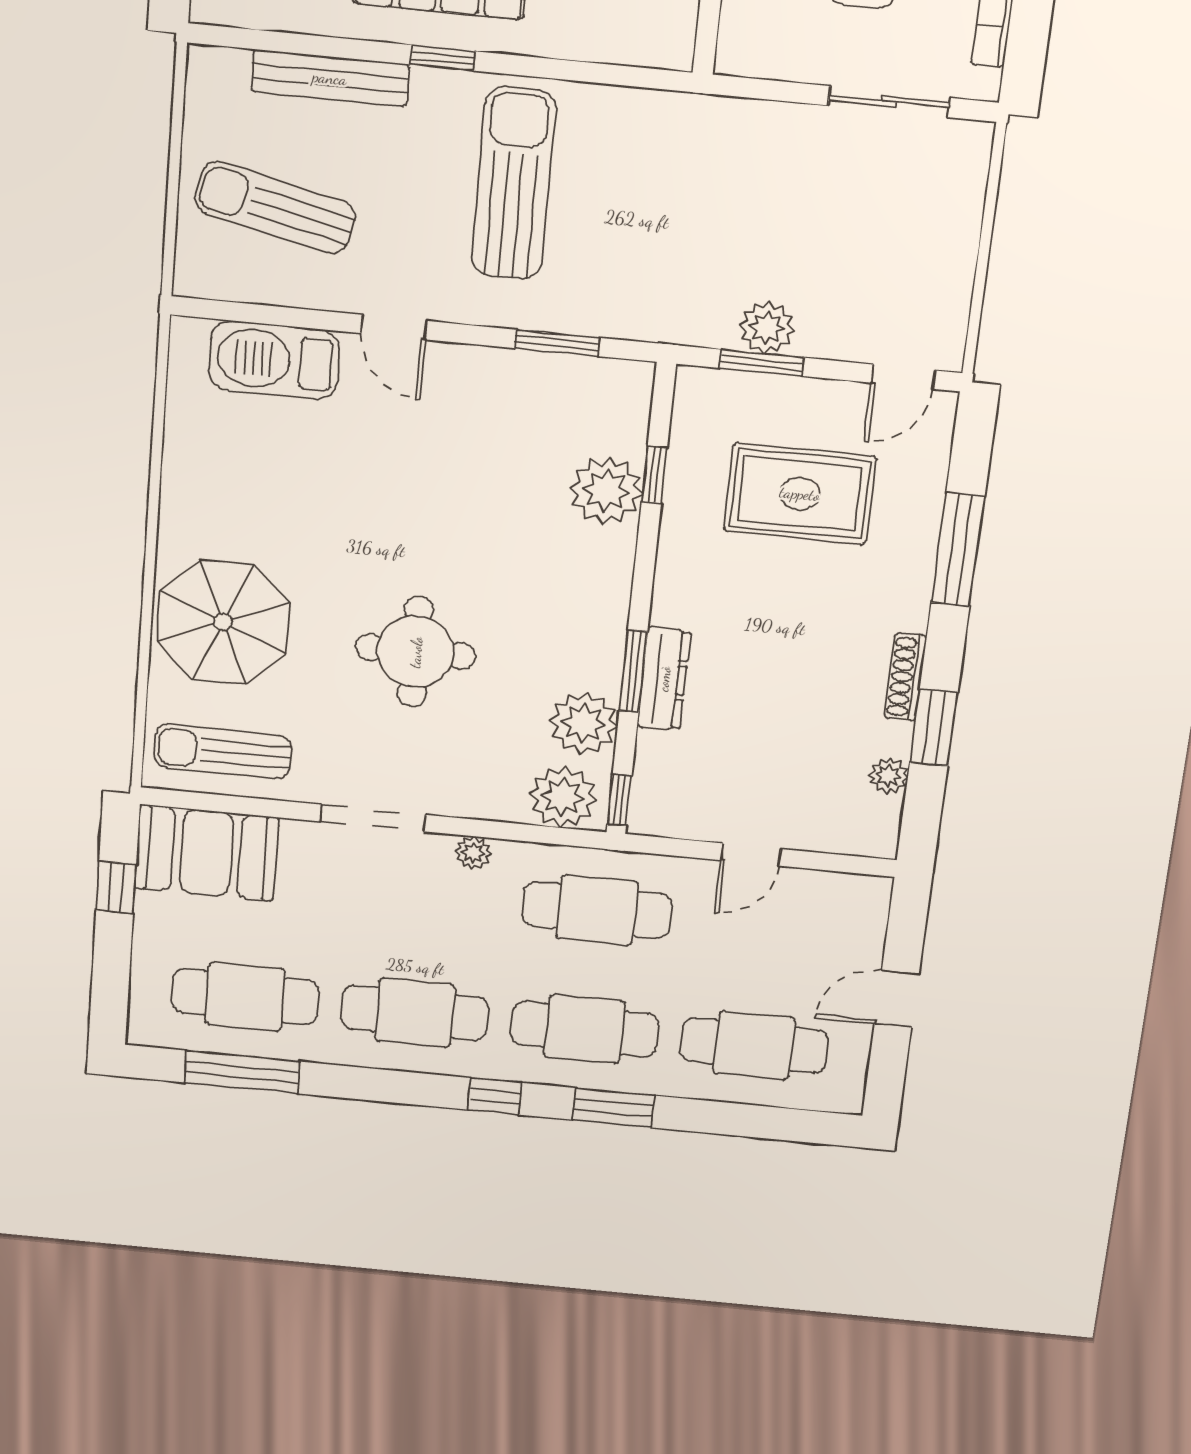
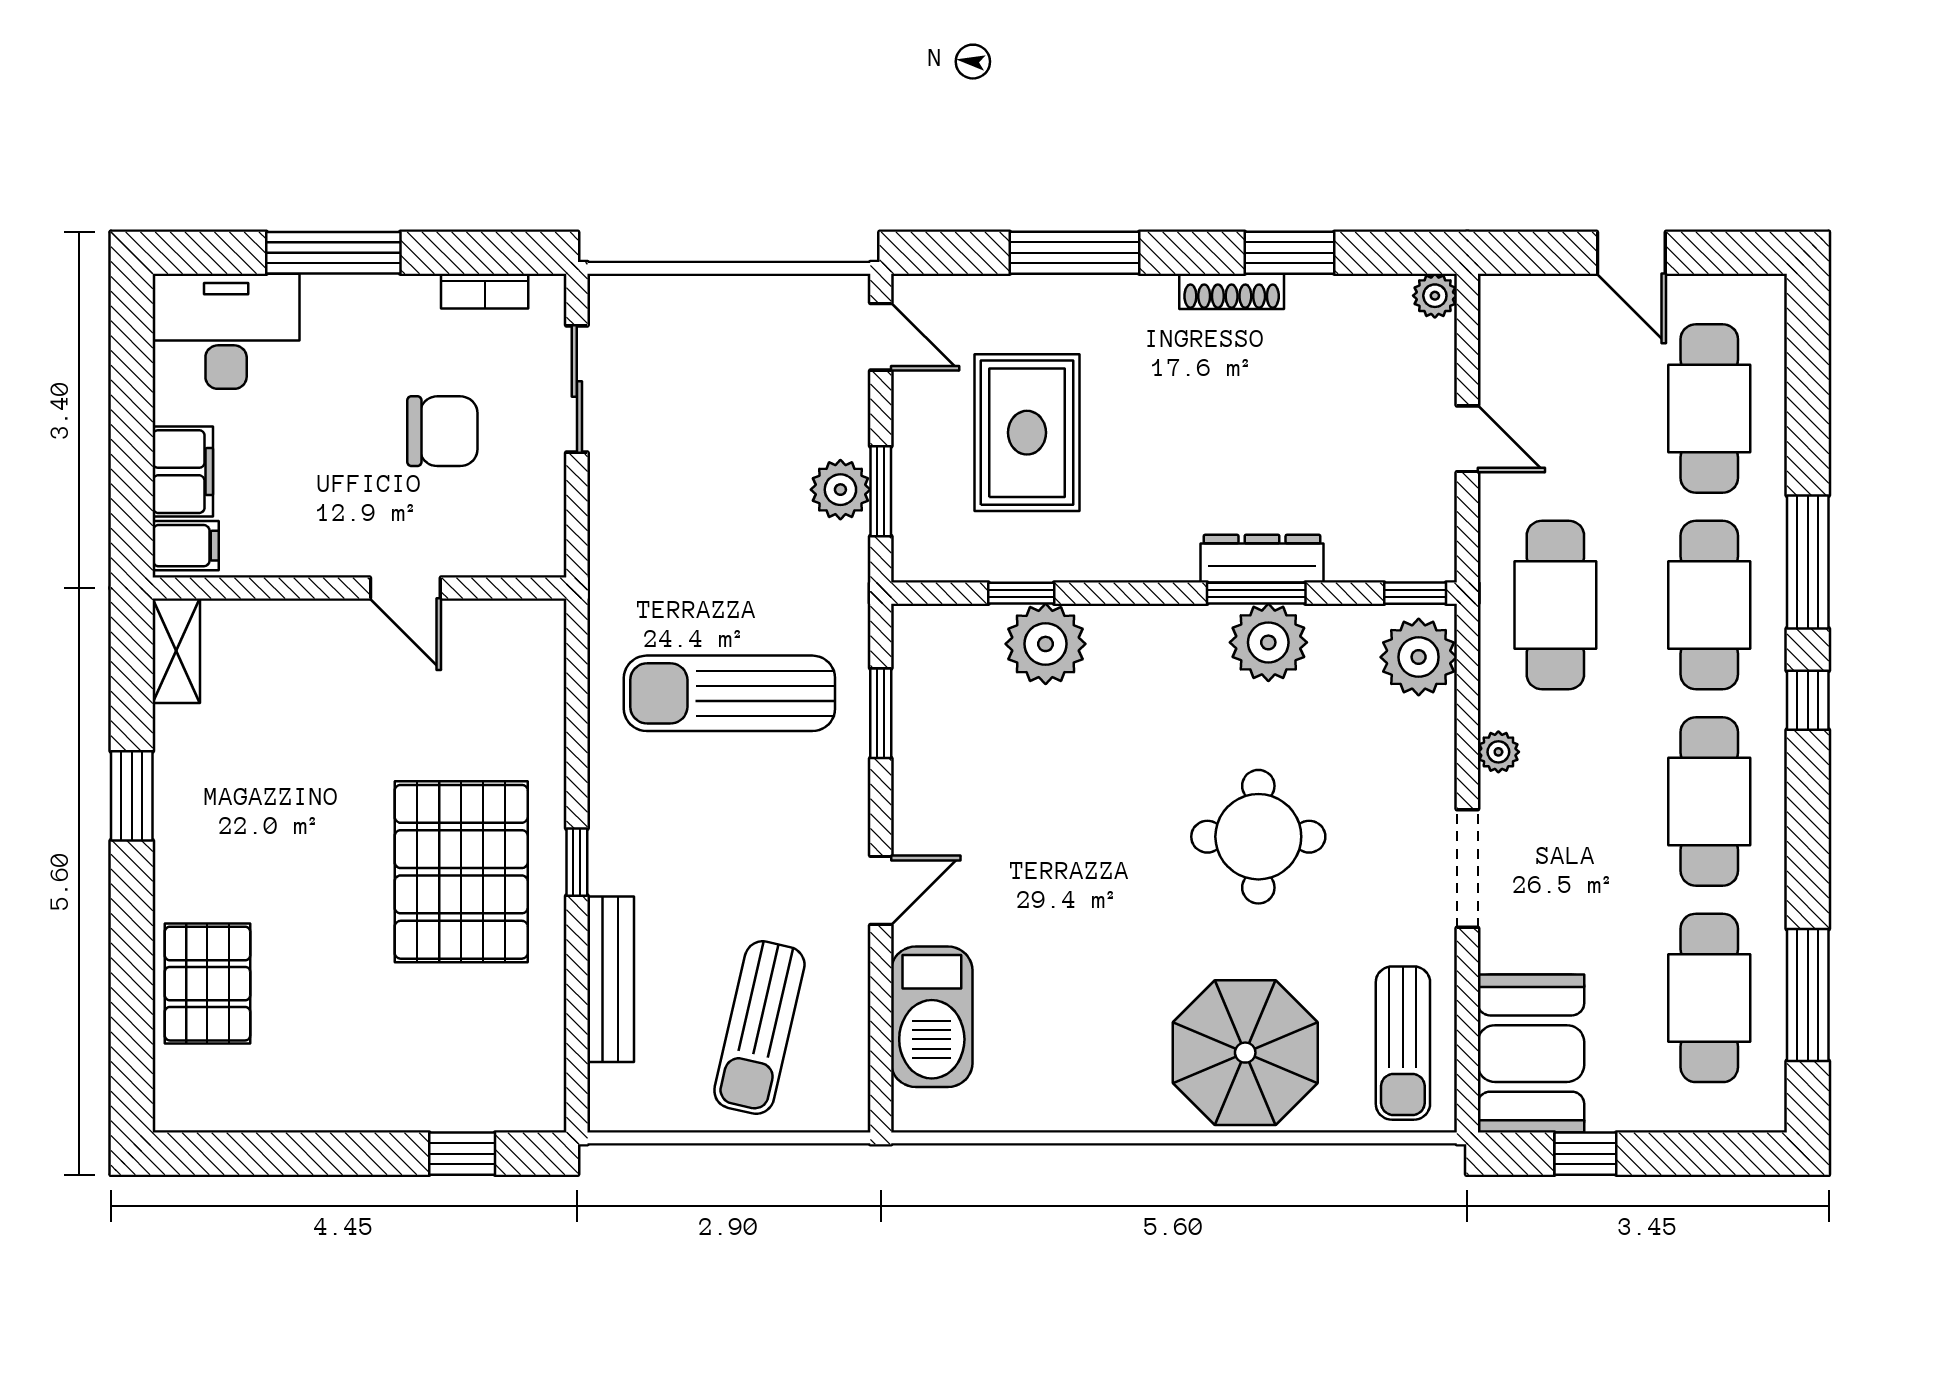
sun lounger: (514, 183) -> (729, 693), moved
plant: (584, 723) -> (1268, 642), moved
plant: (889, 776) -> (1435, 296), moved
window: (613, 1108) -> (1808, 562), width x1.44

